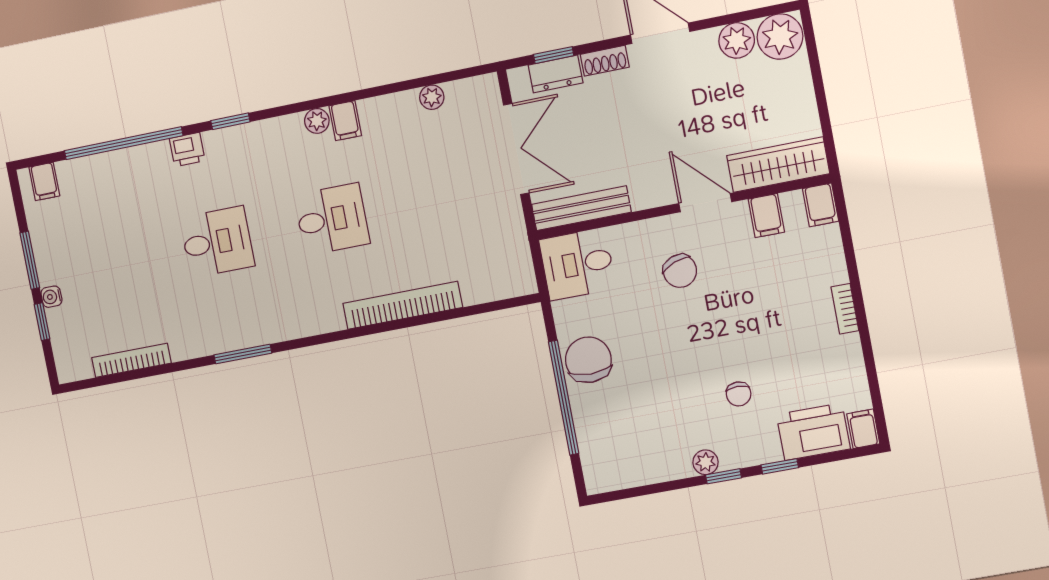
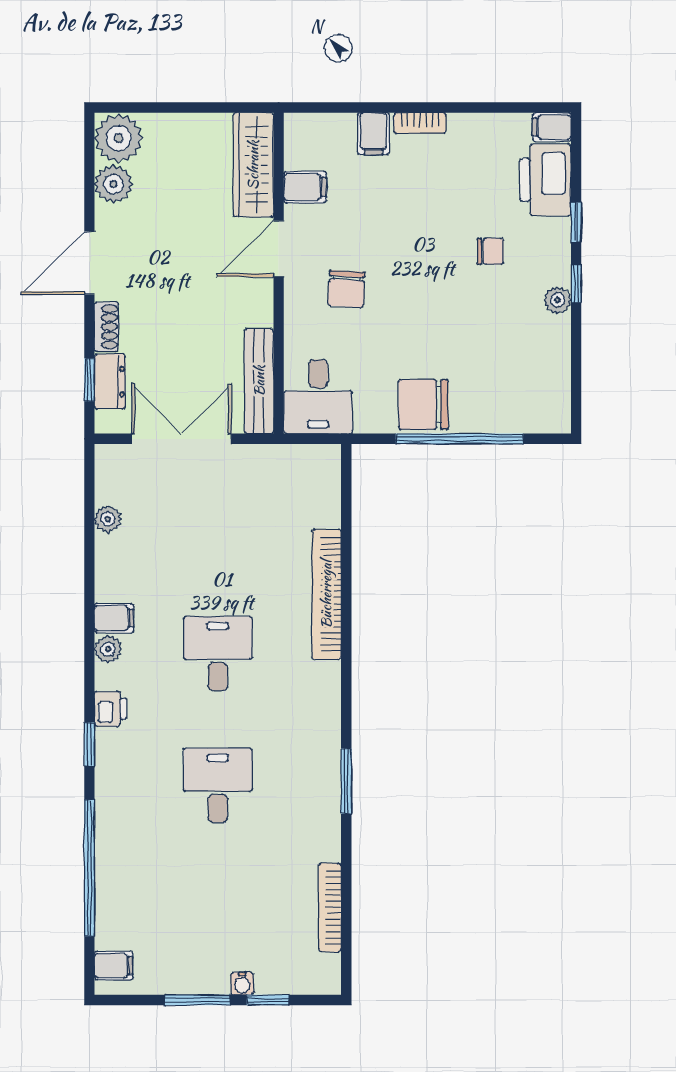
printer: (187, 150) -> (111, 709), moved
filing cabinet: (821, 205) -> (373, 134), moved, turned 90
chair: (680, 271) -> (346, 289), turned 114

